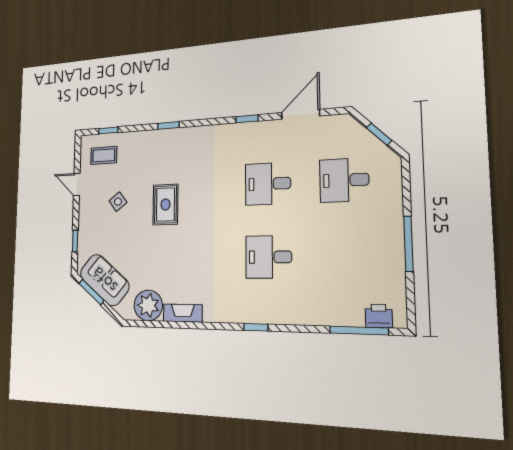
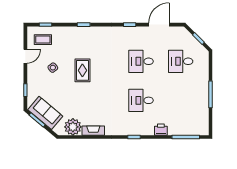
door: (77, 185) -> (25, 56), swing flipped
printer: (379, 316) -> (161, 130), moved

